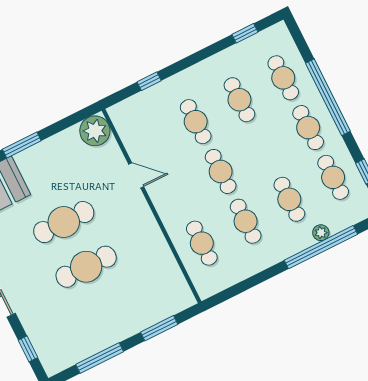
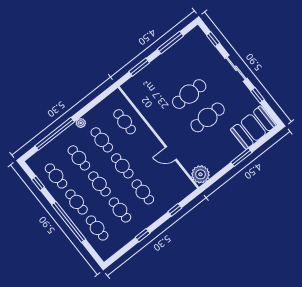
window: (245, 33) -> (143, 235), moved
cafe table: (264, 150) -> (99, 184), added
plant: (321, 233) -> (81, 123), moved

